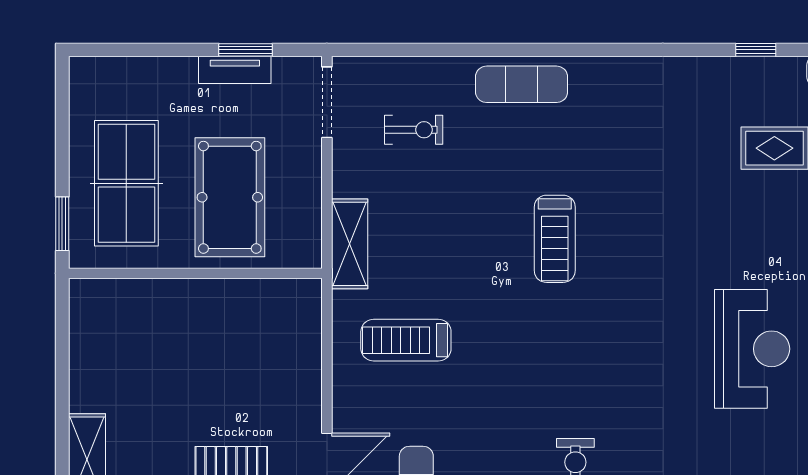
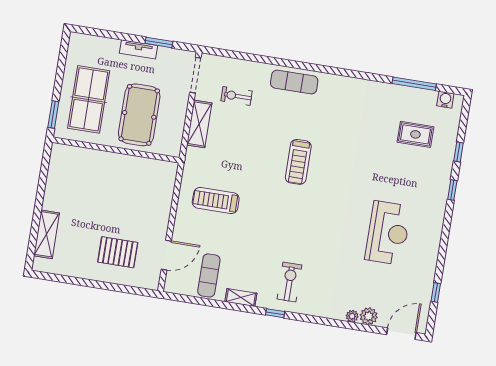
window: (756, 50) -> (414, 84), width x2.17
tv unit: (235, 70) -> (138, 49), moved
exercise bike: (414, 130) -> (237, 96), turned 180
shelving: (350, 244) -> (199, 124), moved

